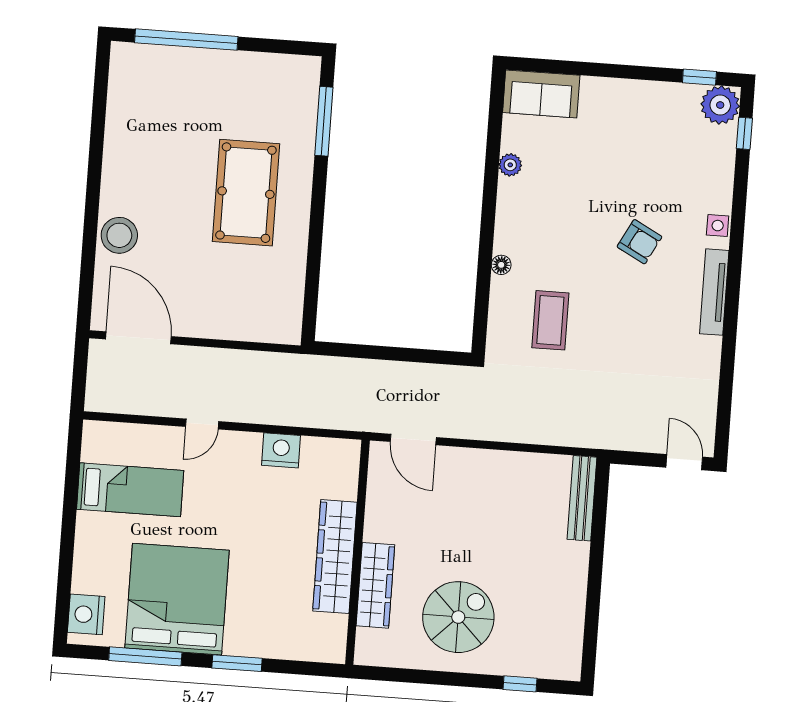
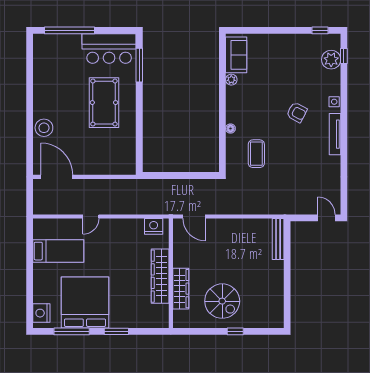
bar counter: (265, 83) -> (109, 49), added
sofa: (541, 94) -> (236, 55), moved, turned -90
plant: (720, 105) -> (331, 60), moved
nightstand: (281, 450) -> (154, 226), moved
spiral stairs: (458, 617) -> (222, 301), turned 90
window: (520, 684) -> (235, 331), moved

